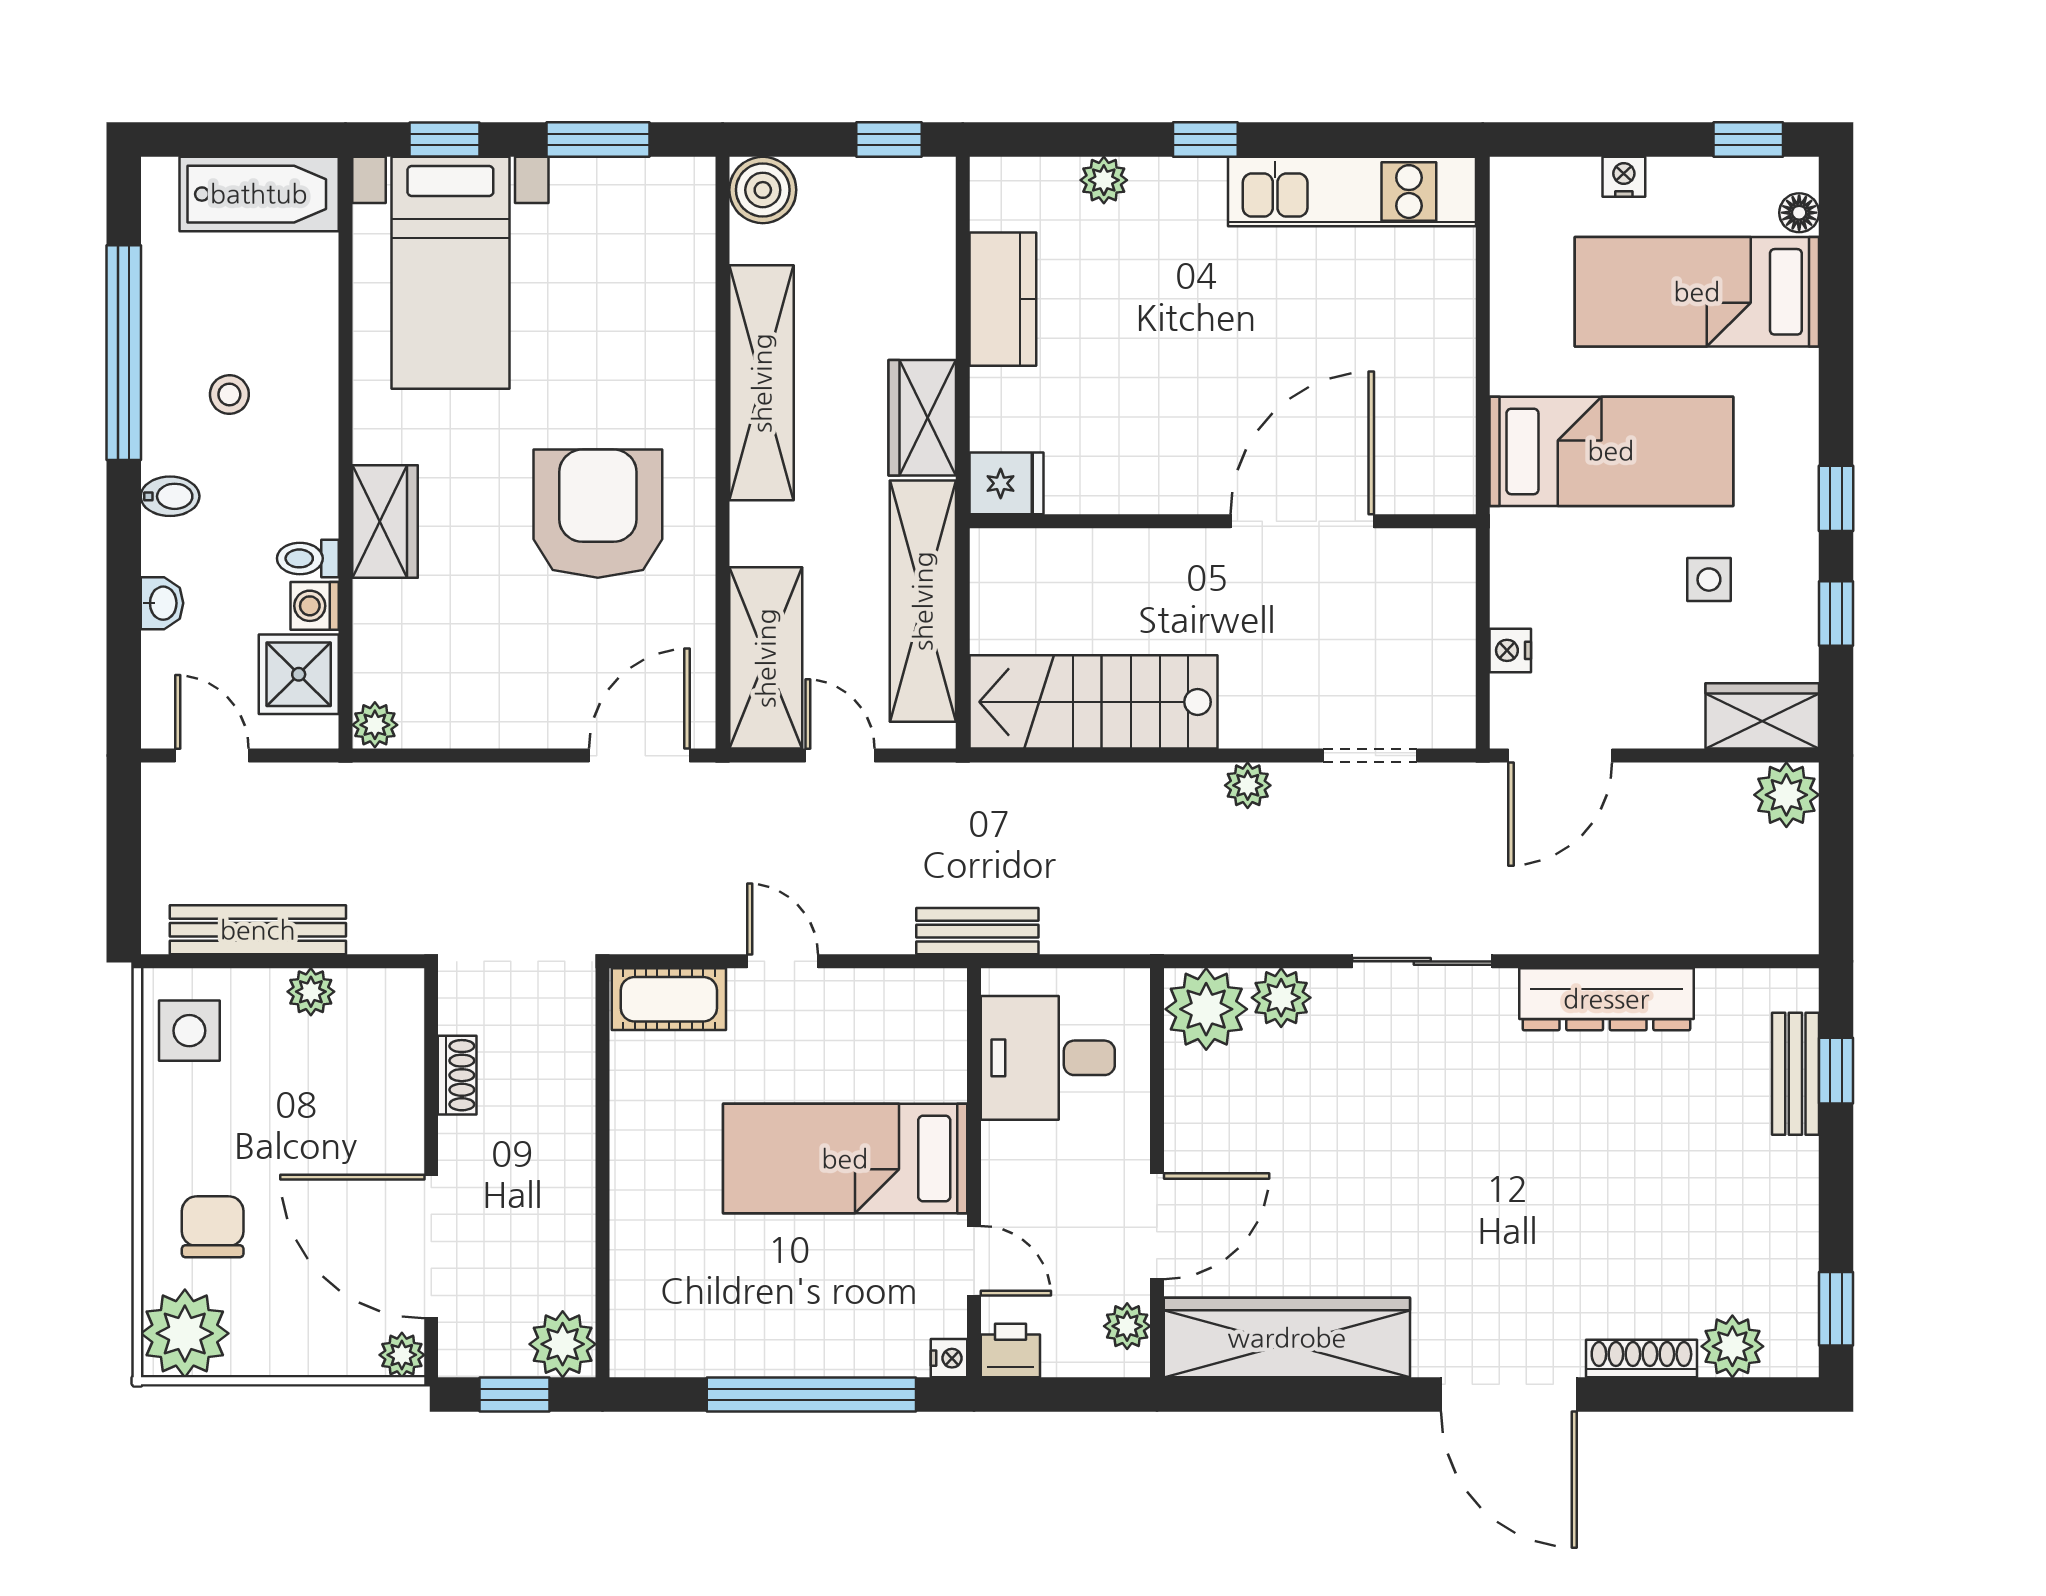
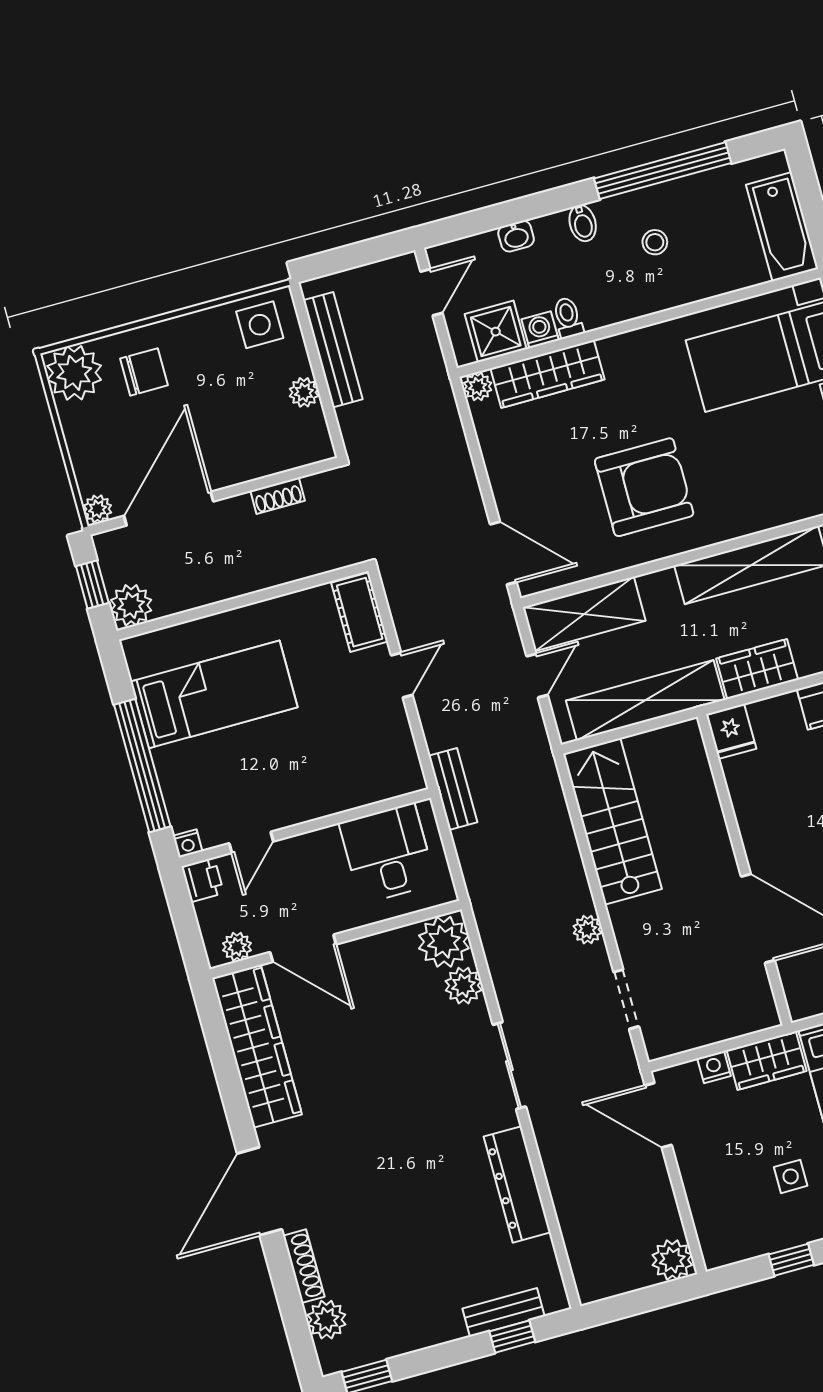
wardrobe: (385, 521) -> (548, 374), moved, width x1.50
wardrobe: (1762, 716) -> (767, 1061), moved, turned 90
bed: (845, 1159) -> (214, 694), moved, turned 90

